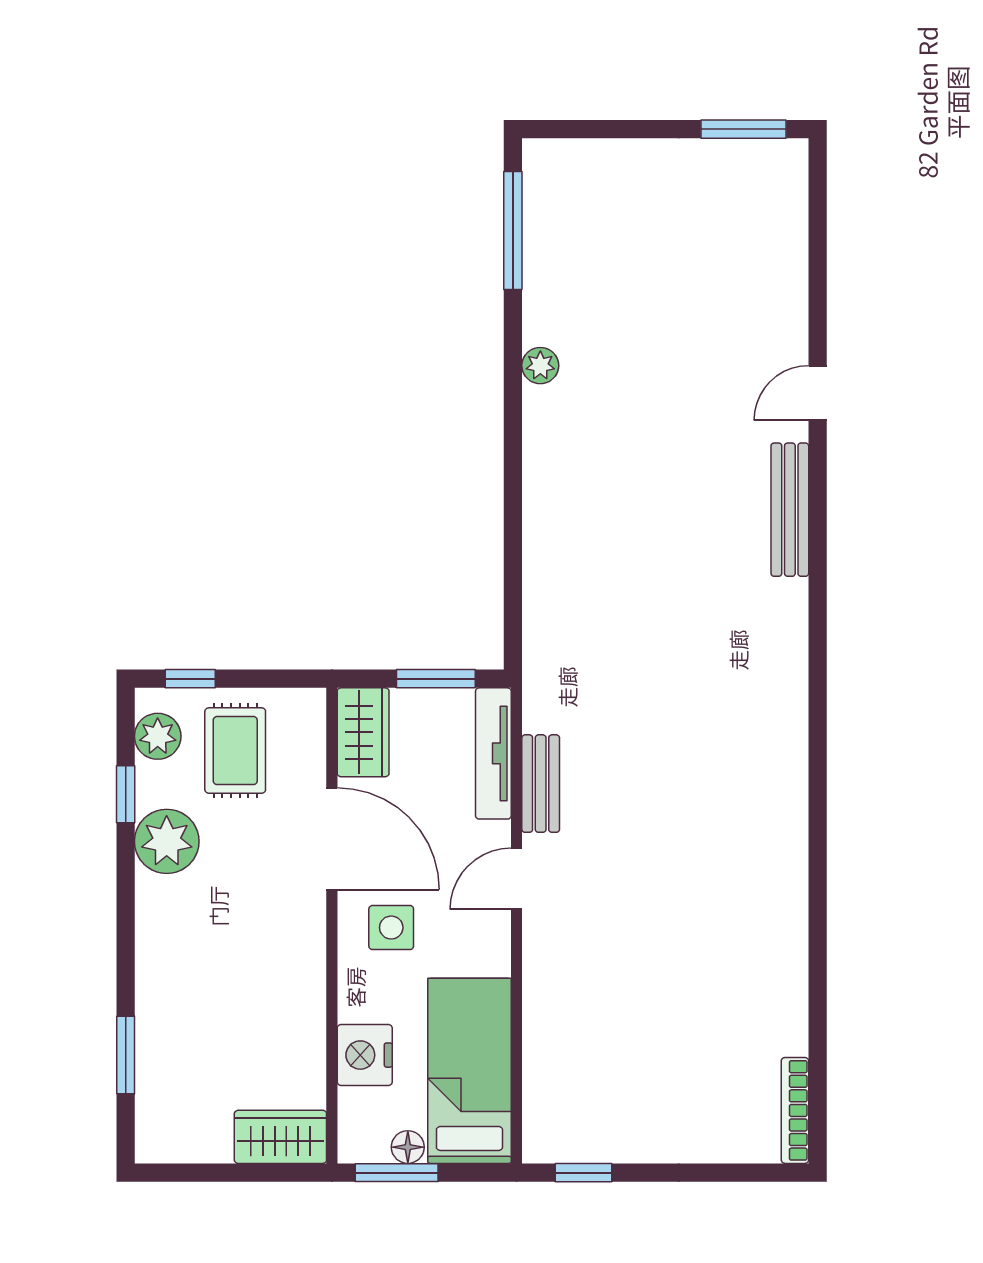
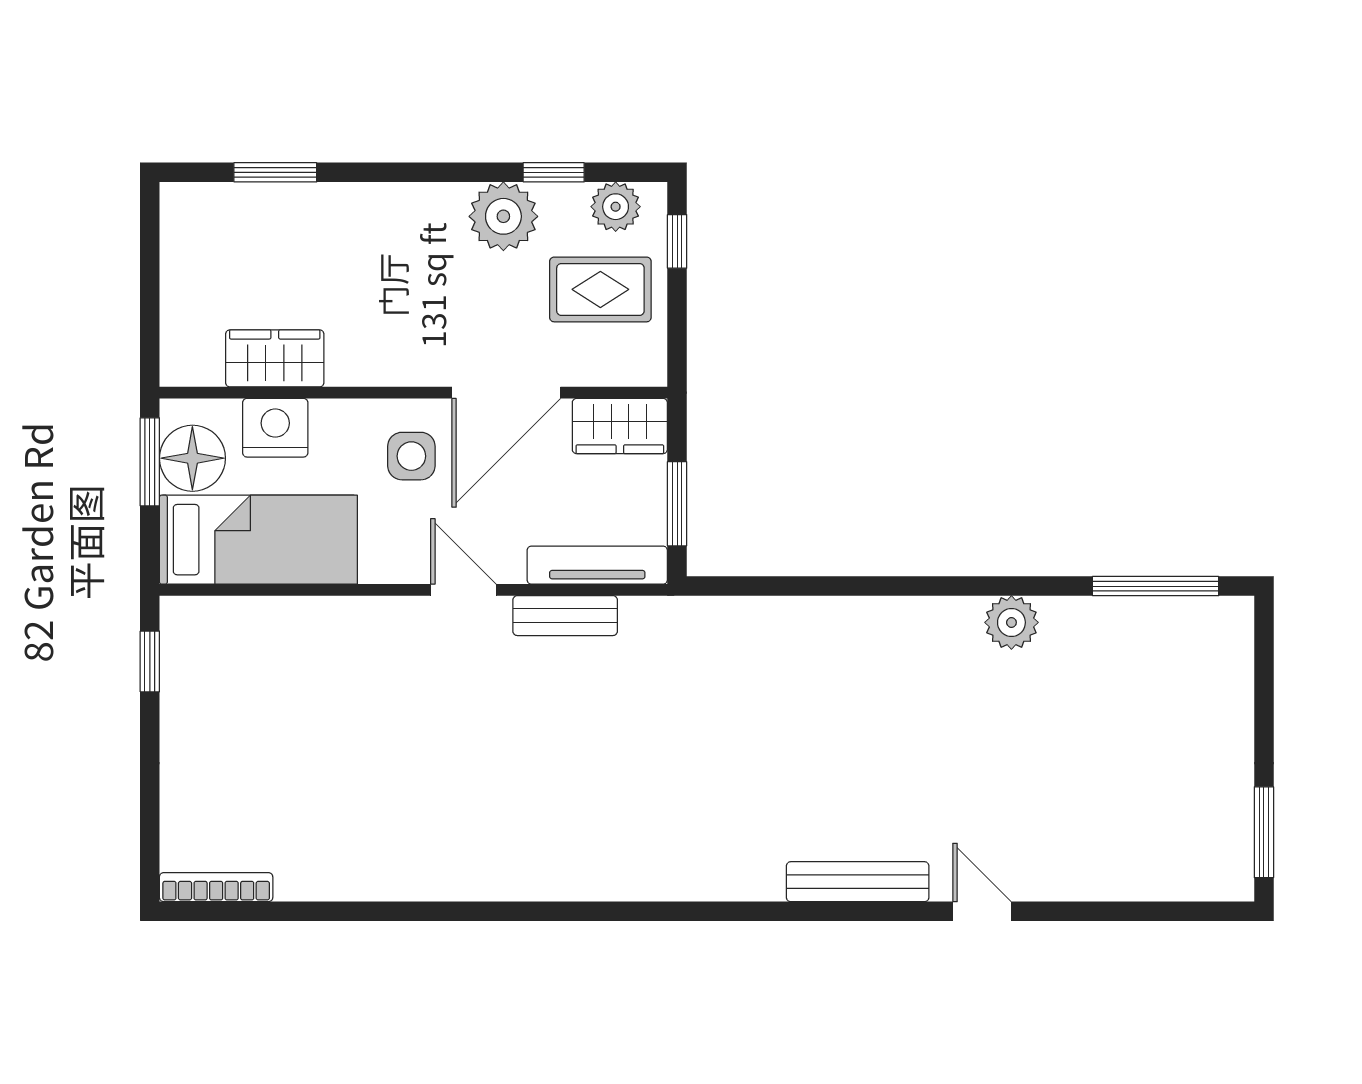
plant: (540, 366) -> (1011, 622), width x1.38, depth x1.38
wardrobe: (280, 1137) -> (275, 358), moved, turned -90
floor lamp: (408, 1147) -> (192, 458), width x1.89, depth x1.89

